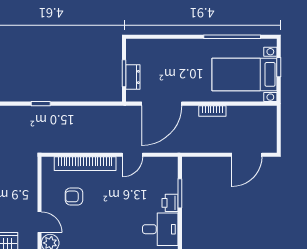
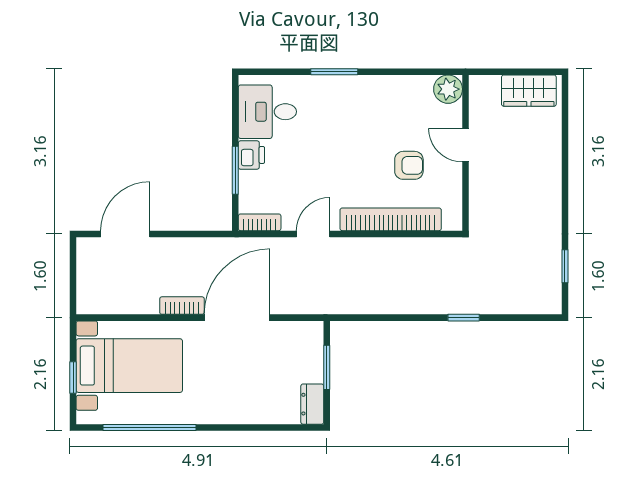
dresser: (133, 77) -> (312, 404), moved
door: (162, 104) -> (237, 318), moved
bookcase: (165, 162) -> (260, 222), added
door: (40, 222) -> (465, 145), moved

